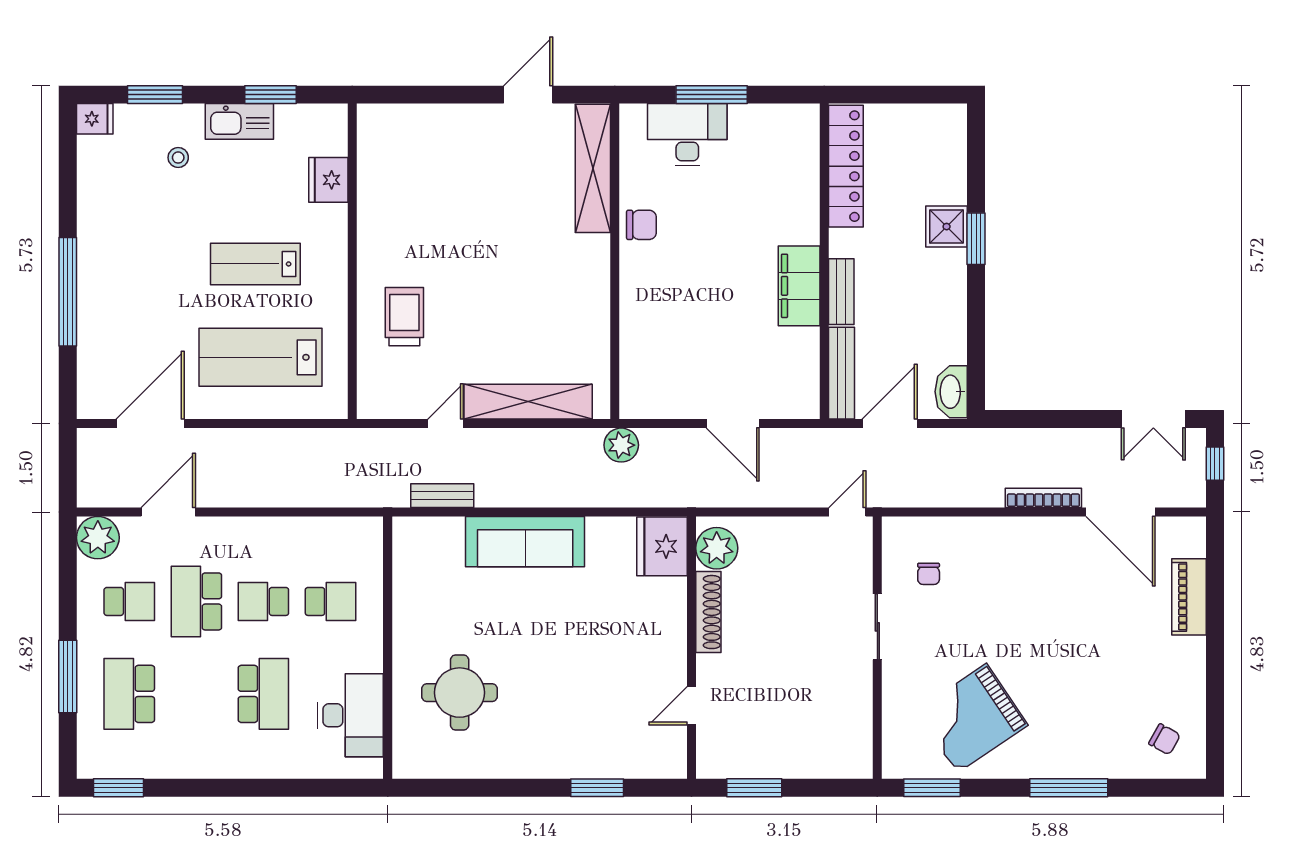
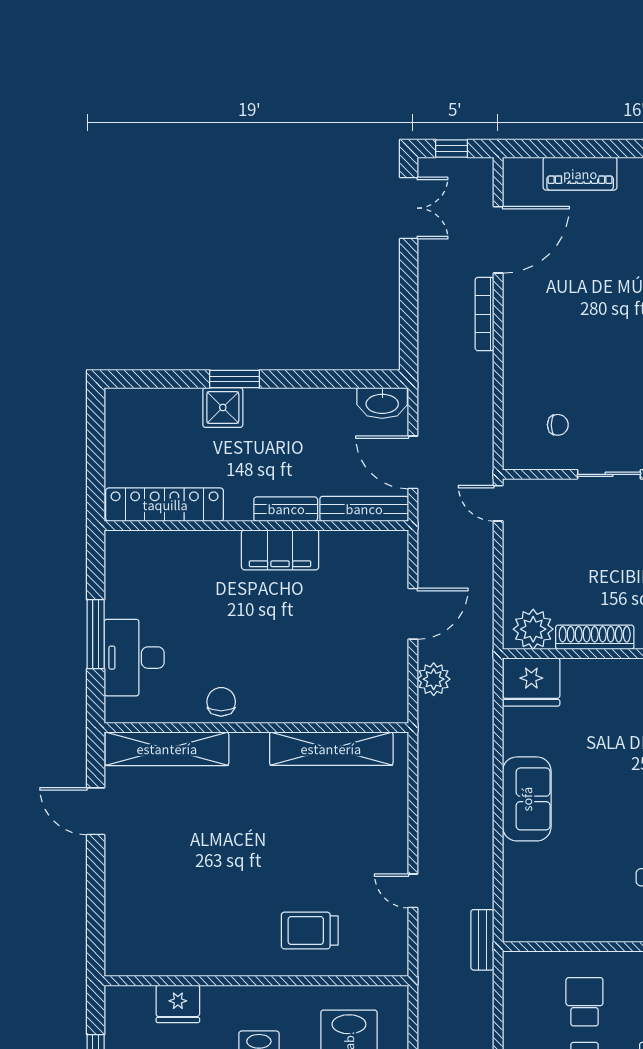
shelving: (528, 402) -> (331, 749), moved, turned 90
plant: (621, 445) -> (434, 679), moved
bench: (442, 496) -> (482, 940), moved
sofa: (525, 542) -> (527, 799), width x0.73

